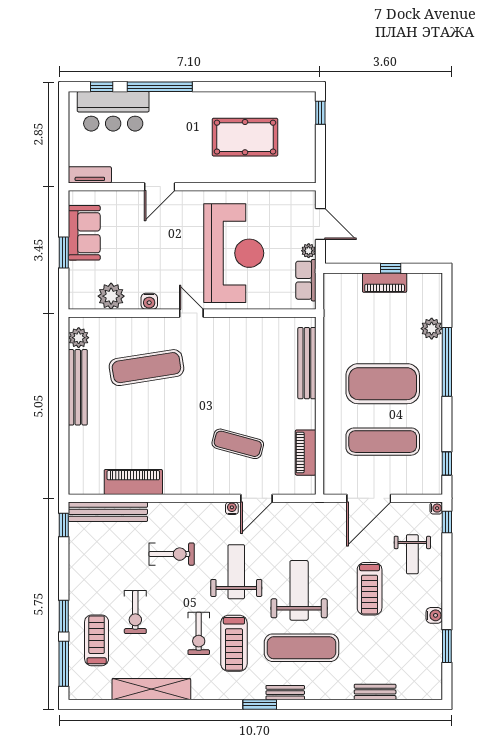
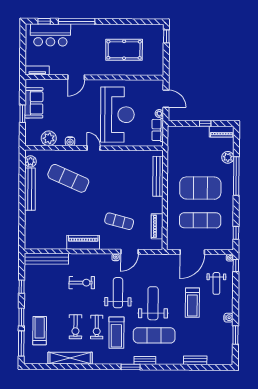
piano: (385, 283) -> (222, 132), moved
exercise mat: (146, 368) -> (68, 178), turned 33
piano: (133, 482) -> (83, 242), moved
window: (64, 525) -> (22, 287), moved
exercise bike: (135, 612) -> (75, 327), moved

